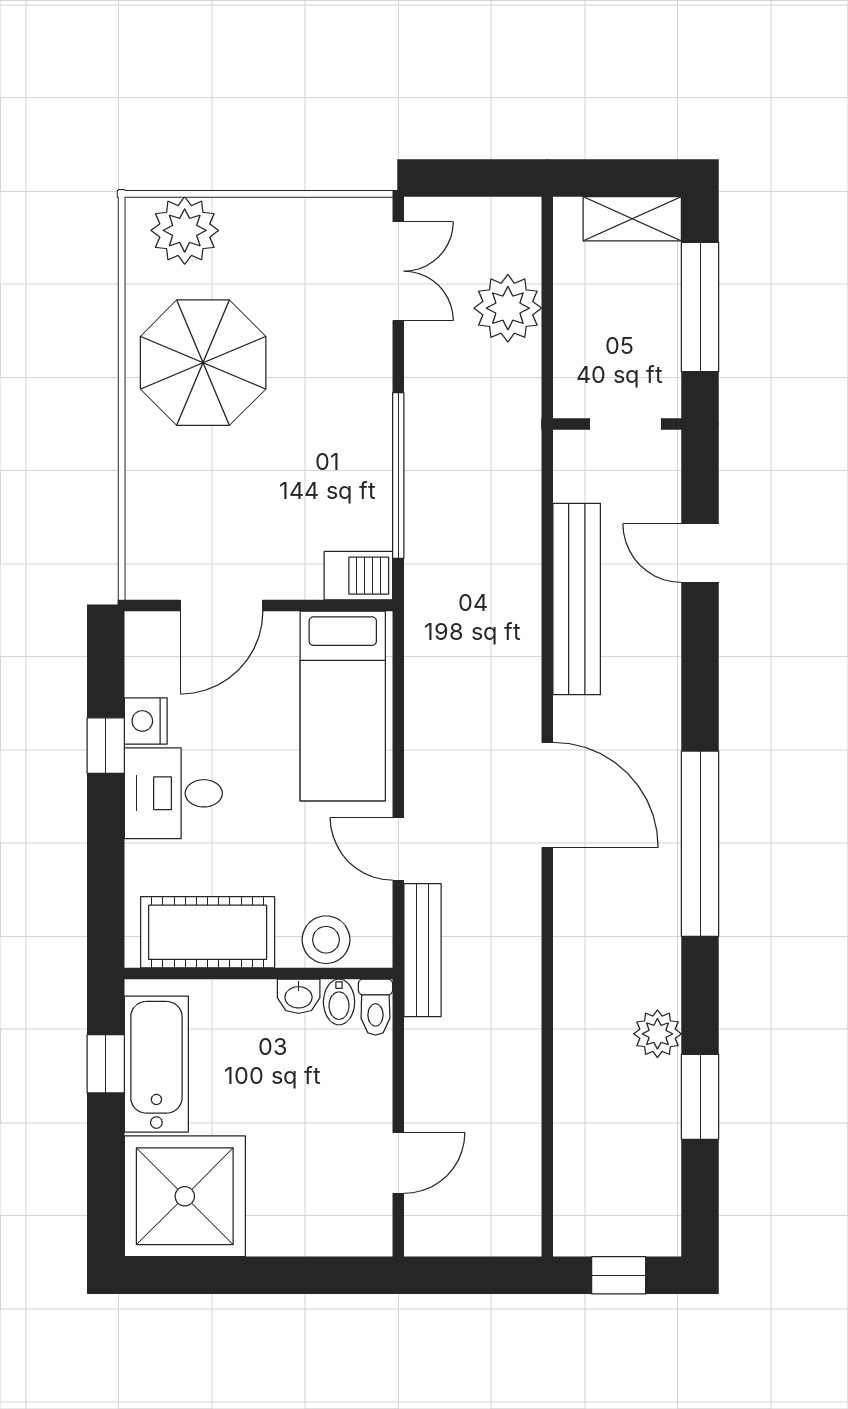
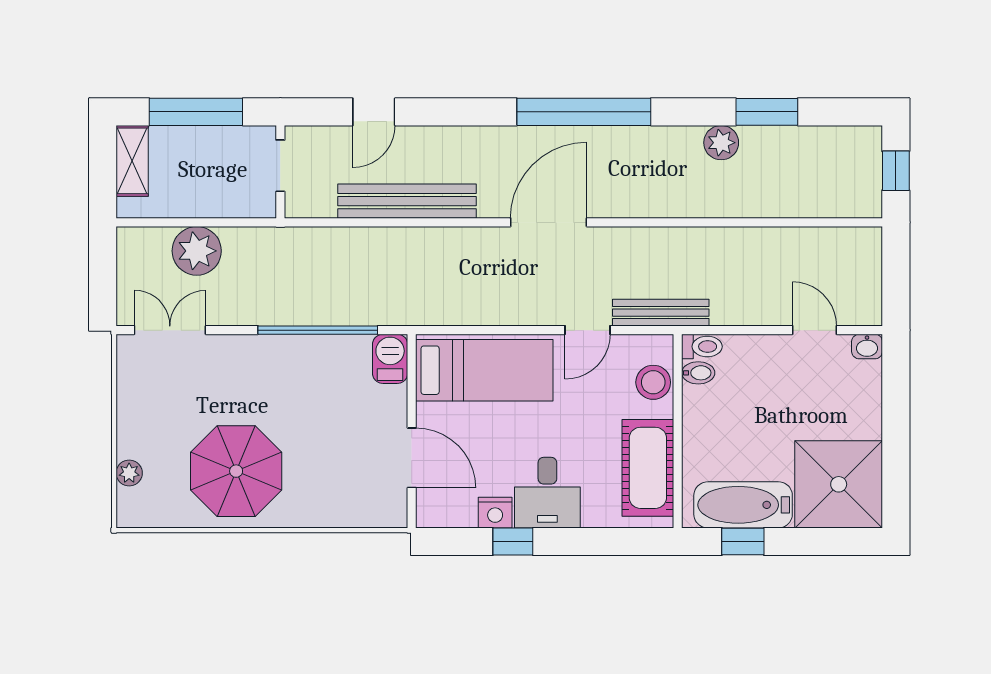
plant: (185, 230) -> (129, 473), width x0.53, depth x0.53
washbasin: (299, 996) -> (867, 346), moved, turned 90

